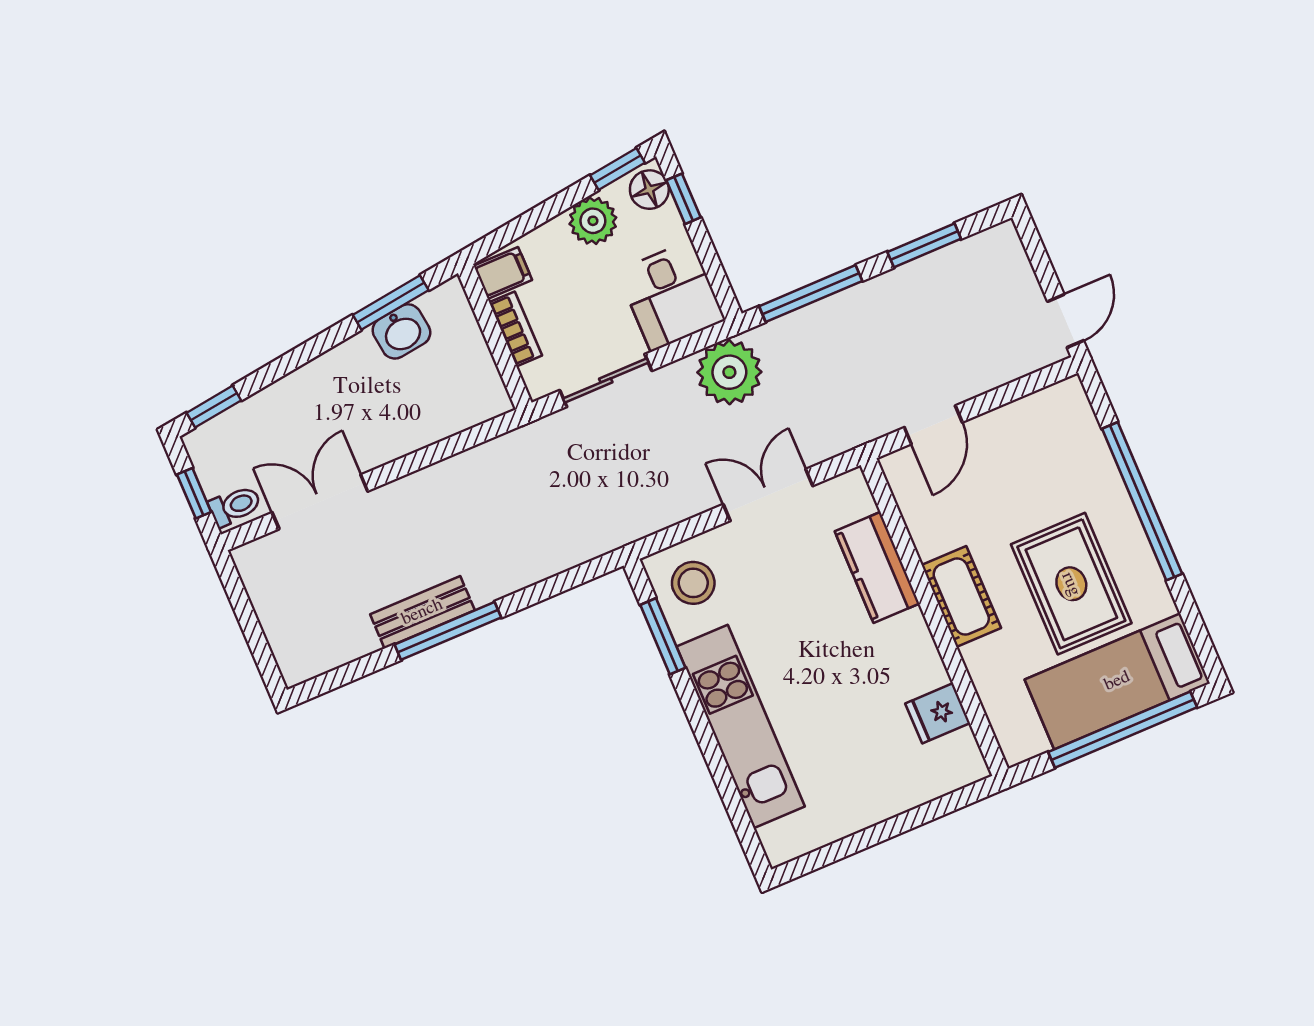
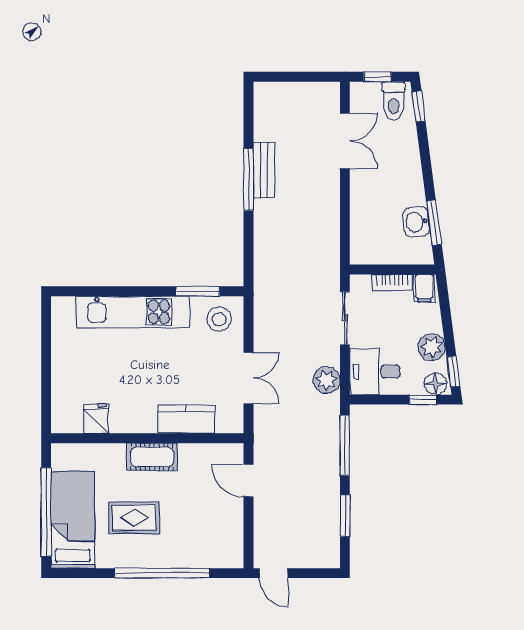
plant: (729, 372) -> (327, 380), width x0.73, depth x0.73
toilet: (235, 506) -> (394, 101), moved, width x1.37, depth x1.39
rug: (1071, 584) -> (134, 518), width x0.73, depth x0.70

